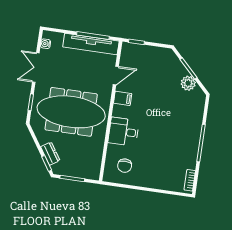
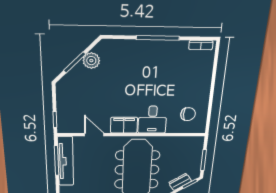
filing cabinet: (123, 98) -> (124, 125), width x2.00

